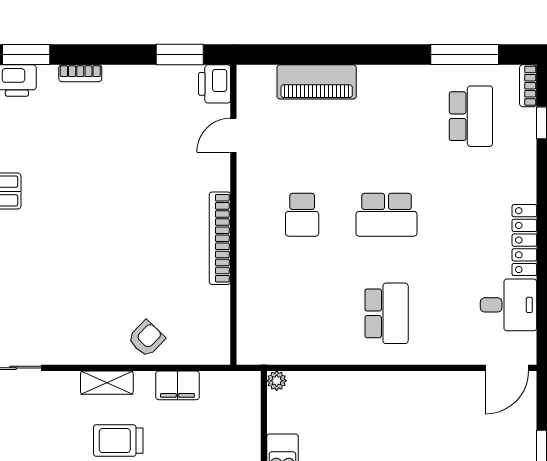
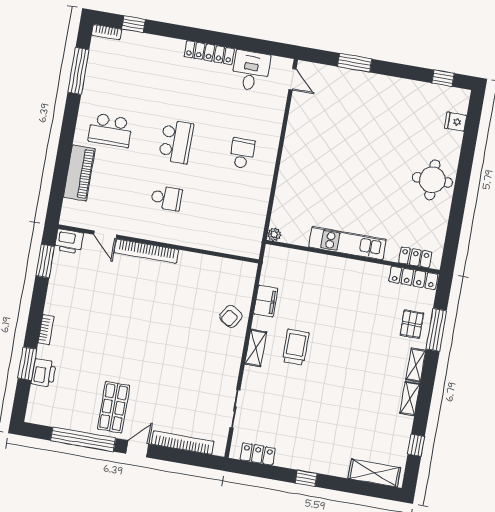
school desk: (471, 116) -> (110, 130), moved, turned 180
bookcase: (220, 238) -> (146, 251), moved
school desk: (387, 313) -> (242, 153), width x0.54
armchair: (147, 339) -> (231, 316), turned -102
door: (507, 368) -> (292, 79), width x0.73
trolley: (118, 441) -> (296, 347), turned 180

